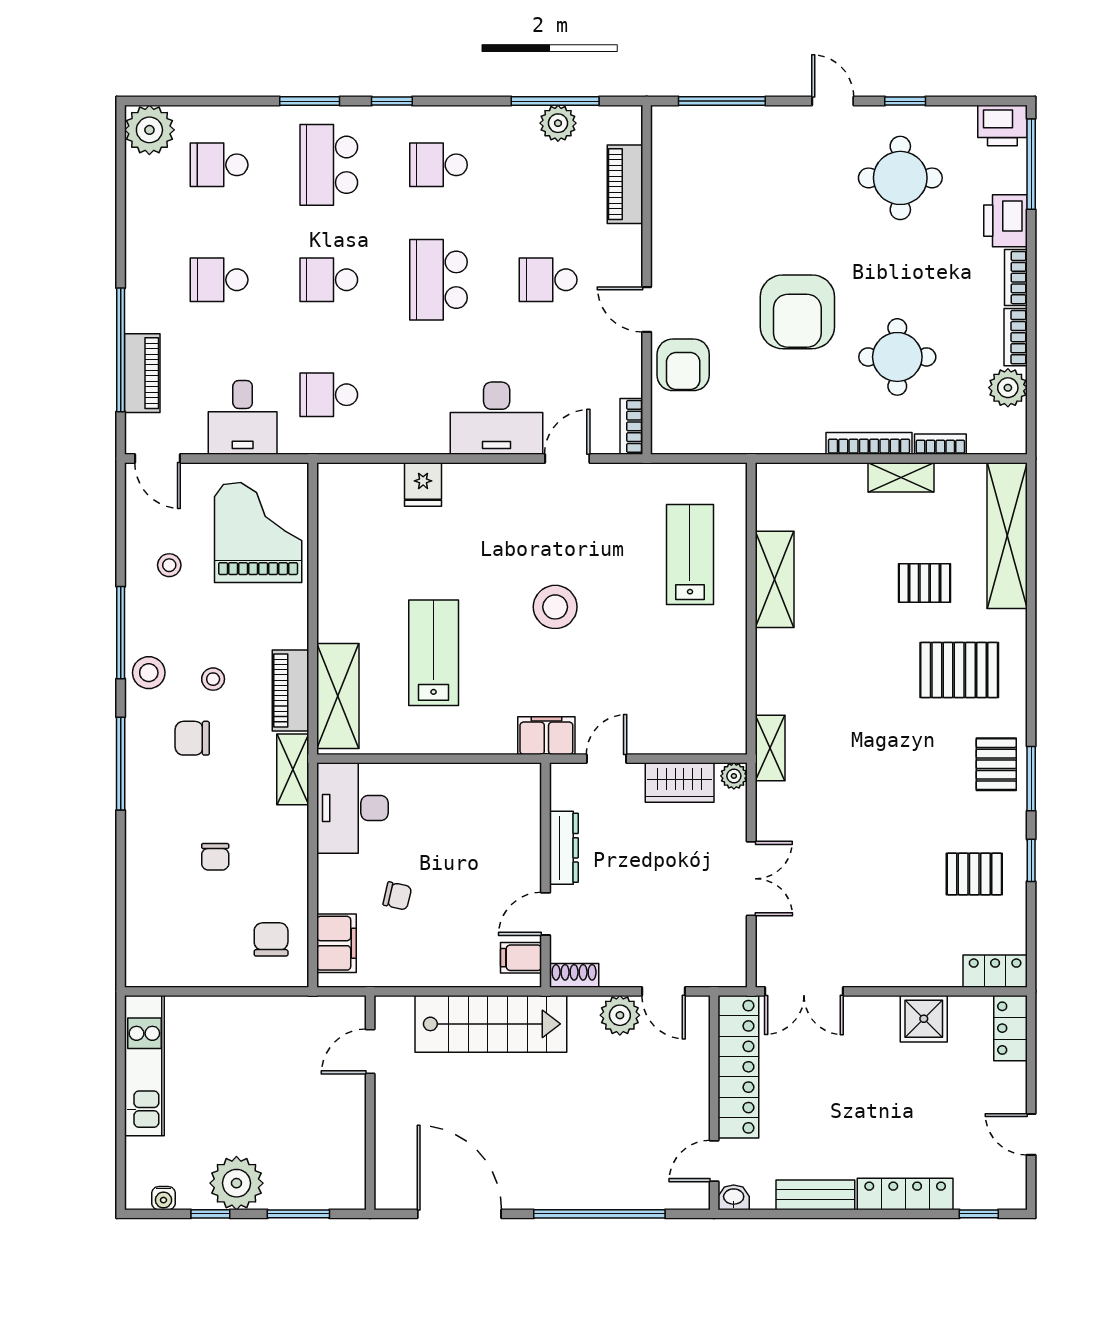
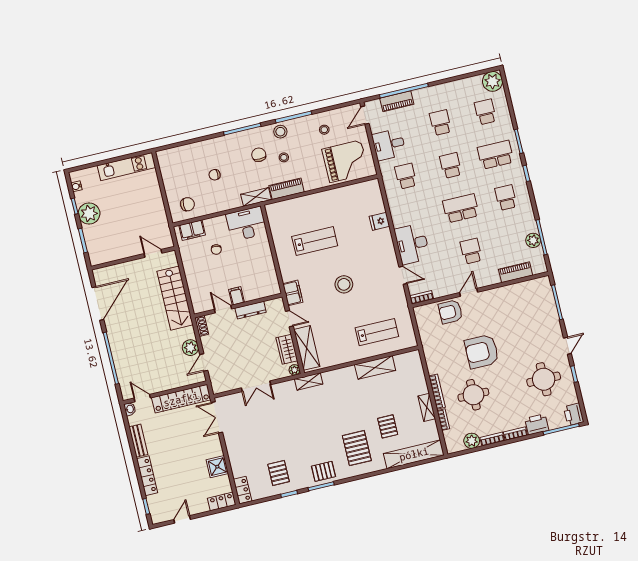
shelving: (338, 696) -> (307, 348), moved, turned 90
filing cabinet: (521, 958) -> (236, 296), moved

